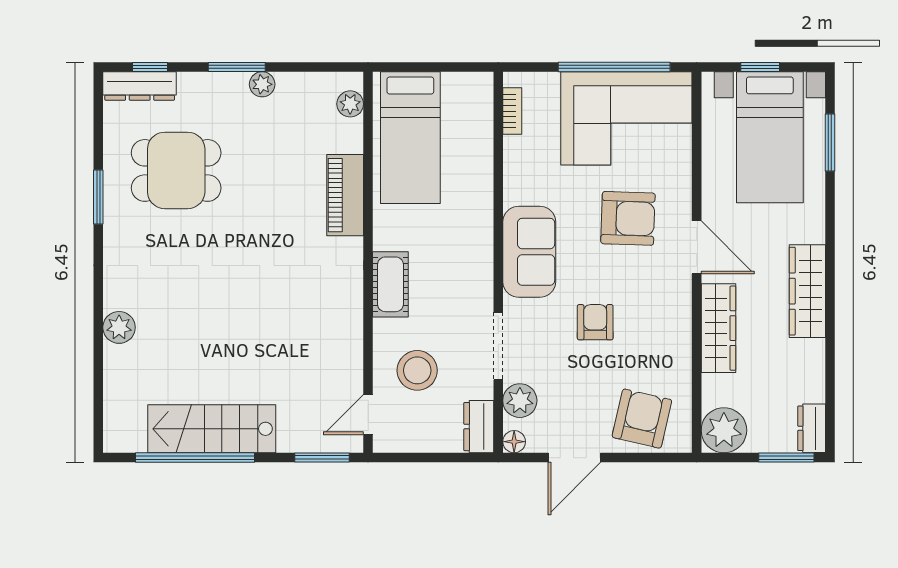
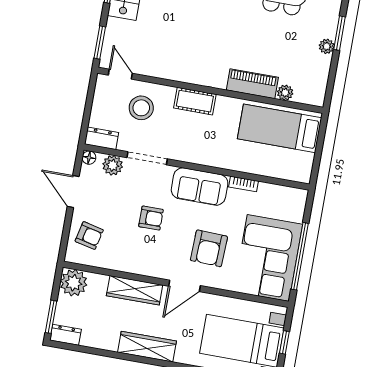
plant: (350, 104) -> (285, 93), moved
bookcase: (512, 111) -> (244, 184), moved
armchair: (642, 419) -> (89, 236), width x0.72, depth x0.72

